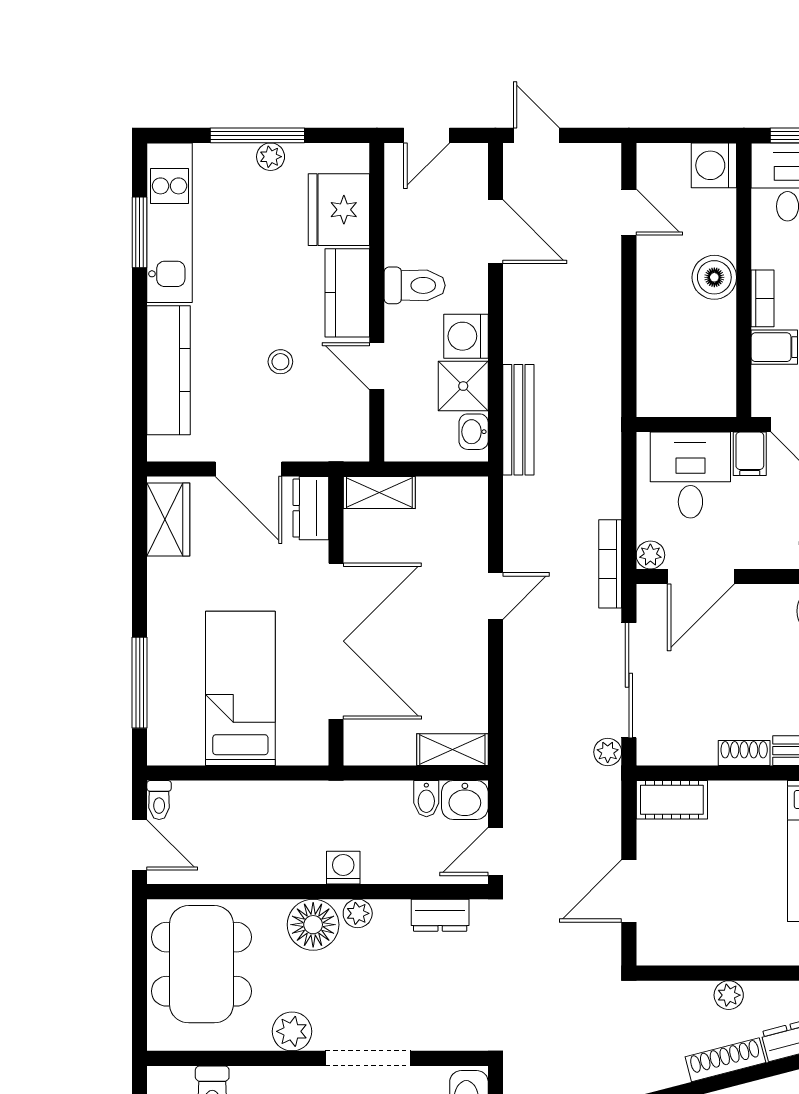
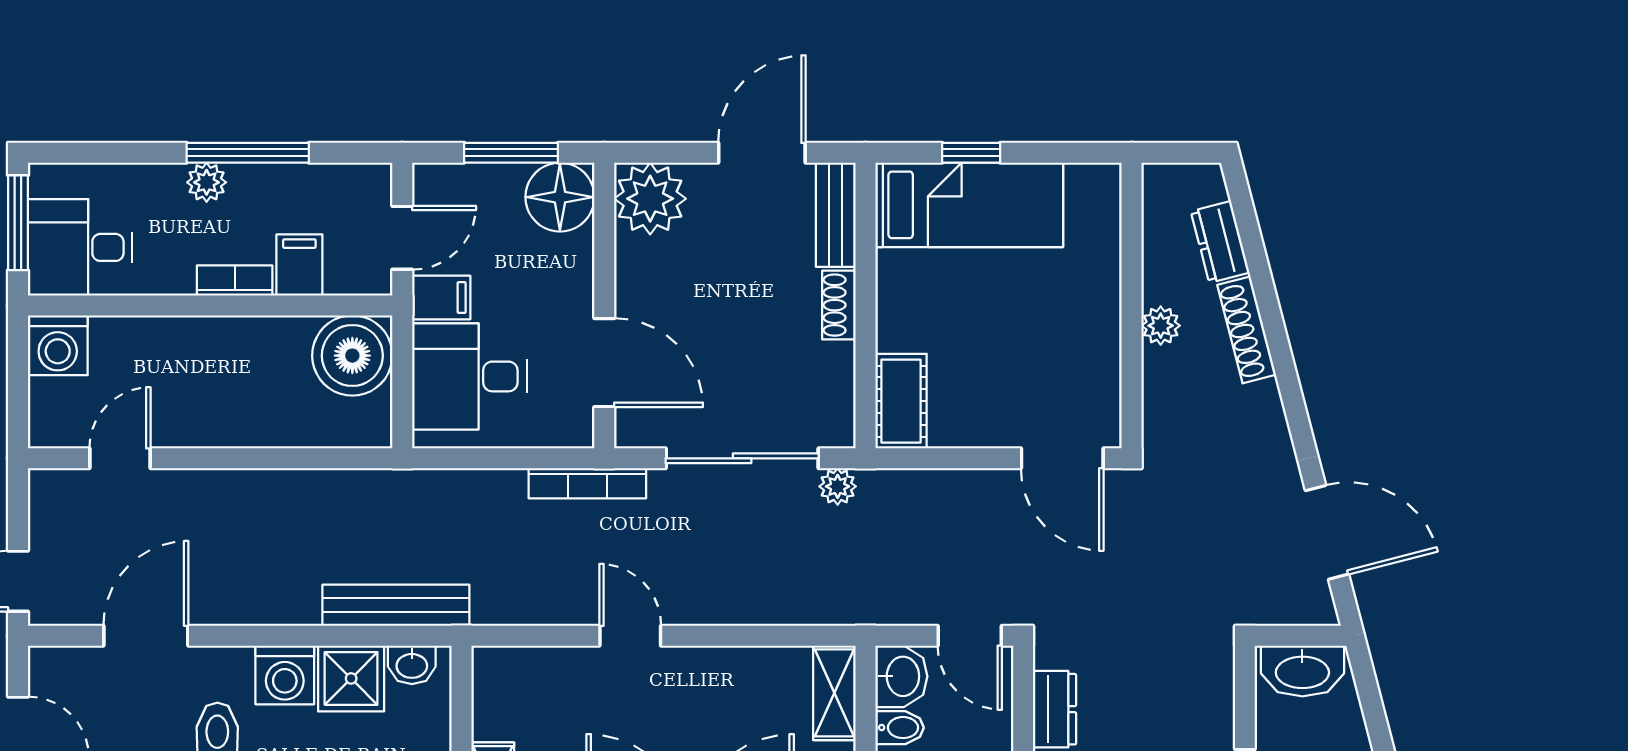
boiler: (714, 277) -> (352, 356), moved, width x1.37, depth x1.37
plant: (650, 555) -> (576, 430), removed
door: (629, 891) -> (1062, 458), moved

